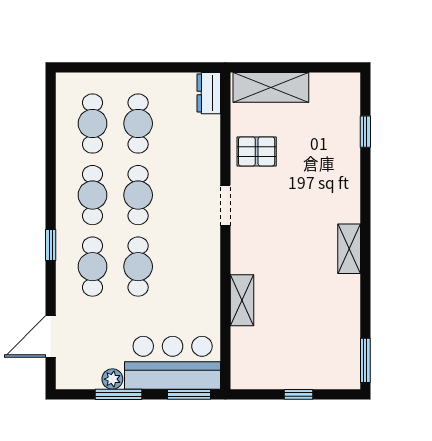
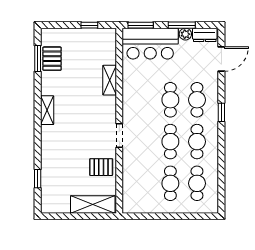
dresser: (209, 93) -> (205, 35), moved, turned 90
pallet: (341, 337) -> (52, 59), added
window: (365, 360) -> (38, 58), moved
window: (299, 394) -> (89, 25), moved

